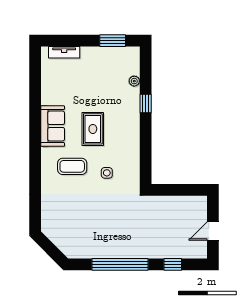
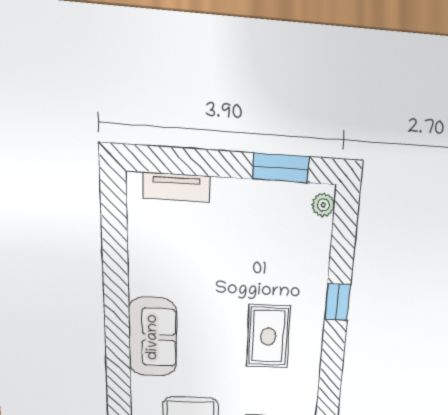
plant: (134, 81) -> (323, 205), moved
rug: (93, 129) -> (268, 336), moved

